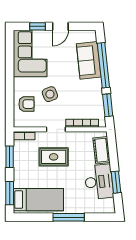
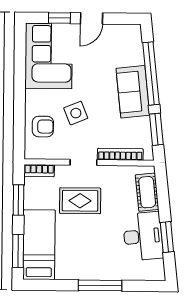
sofa: (89, 60) -> (133, 92), moved
bed: (38, 200) -> (39, 245), moved, turned -90

